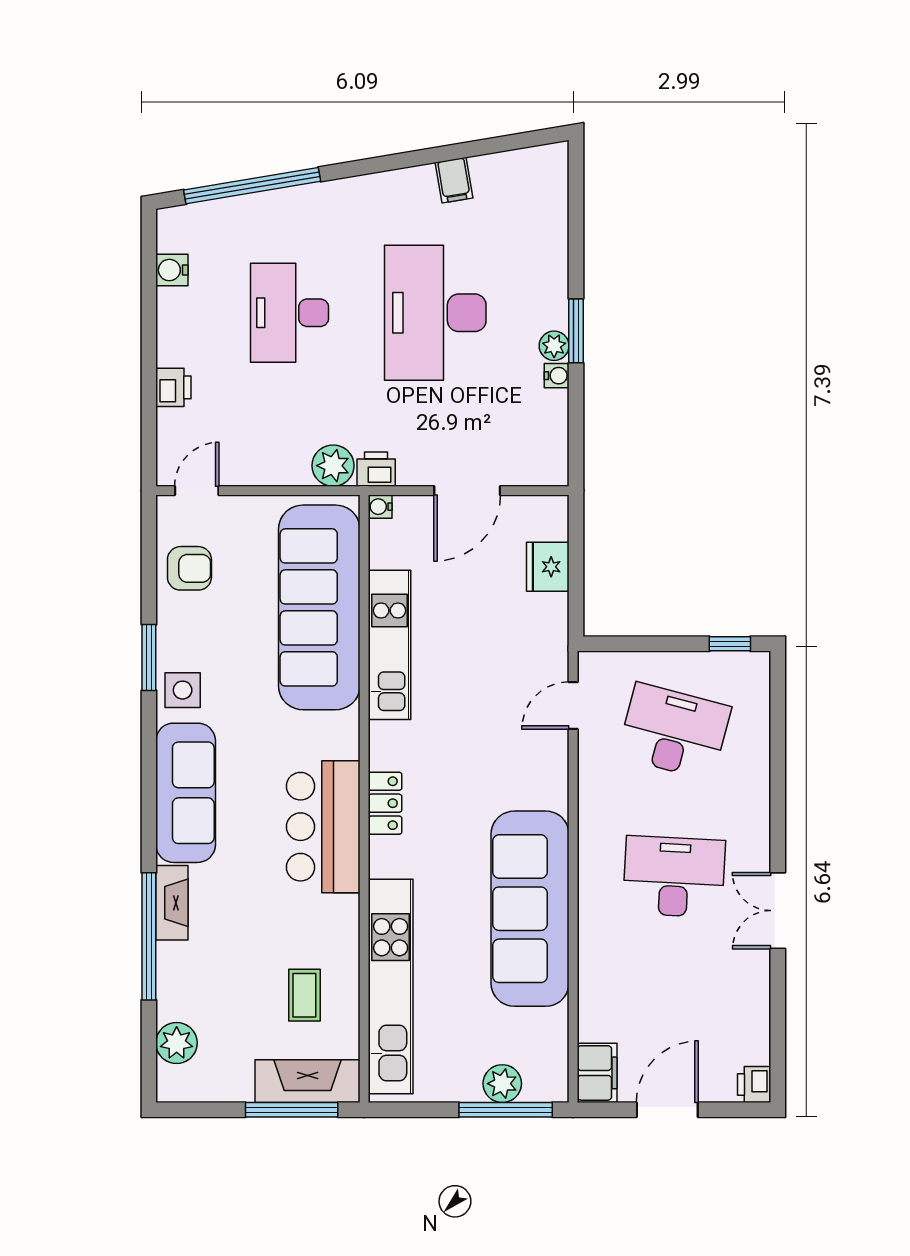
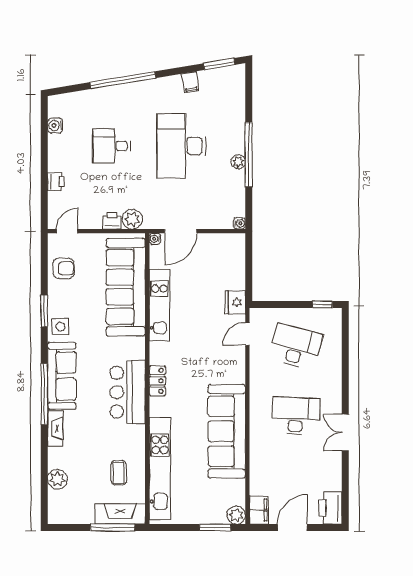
window: (514, 142) -> (219, 64), added
window: (252, 186) -> (123, 80), moved
desk: (290, 313) -> (112, 146), width x0.73
window: (576, 331) -> (249, 155), width x2.11
water cooler: (557, 376) -> (239, 223), moved
printer: (376, 469) -> (112, 221), moved
door: (467, 491) -> (181, 231), moved
fridge: (548, 567) -> (235, 302), moved
window: (149, 936) -> (44, 394), moved
plant: (177, 1043) -> (57, 479), moved
plant: (502, 1084) -> (236, 515), moved
printer: (754, 1084) -> (330, 508), width x1.87, depth x1.48
window: (506, 1110) -> (215, 528), width x0.69

